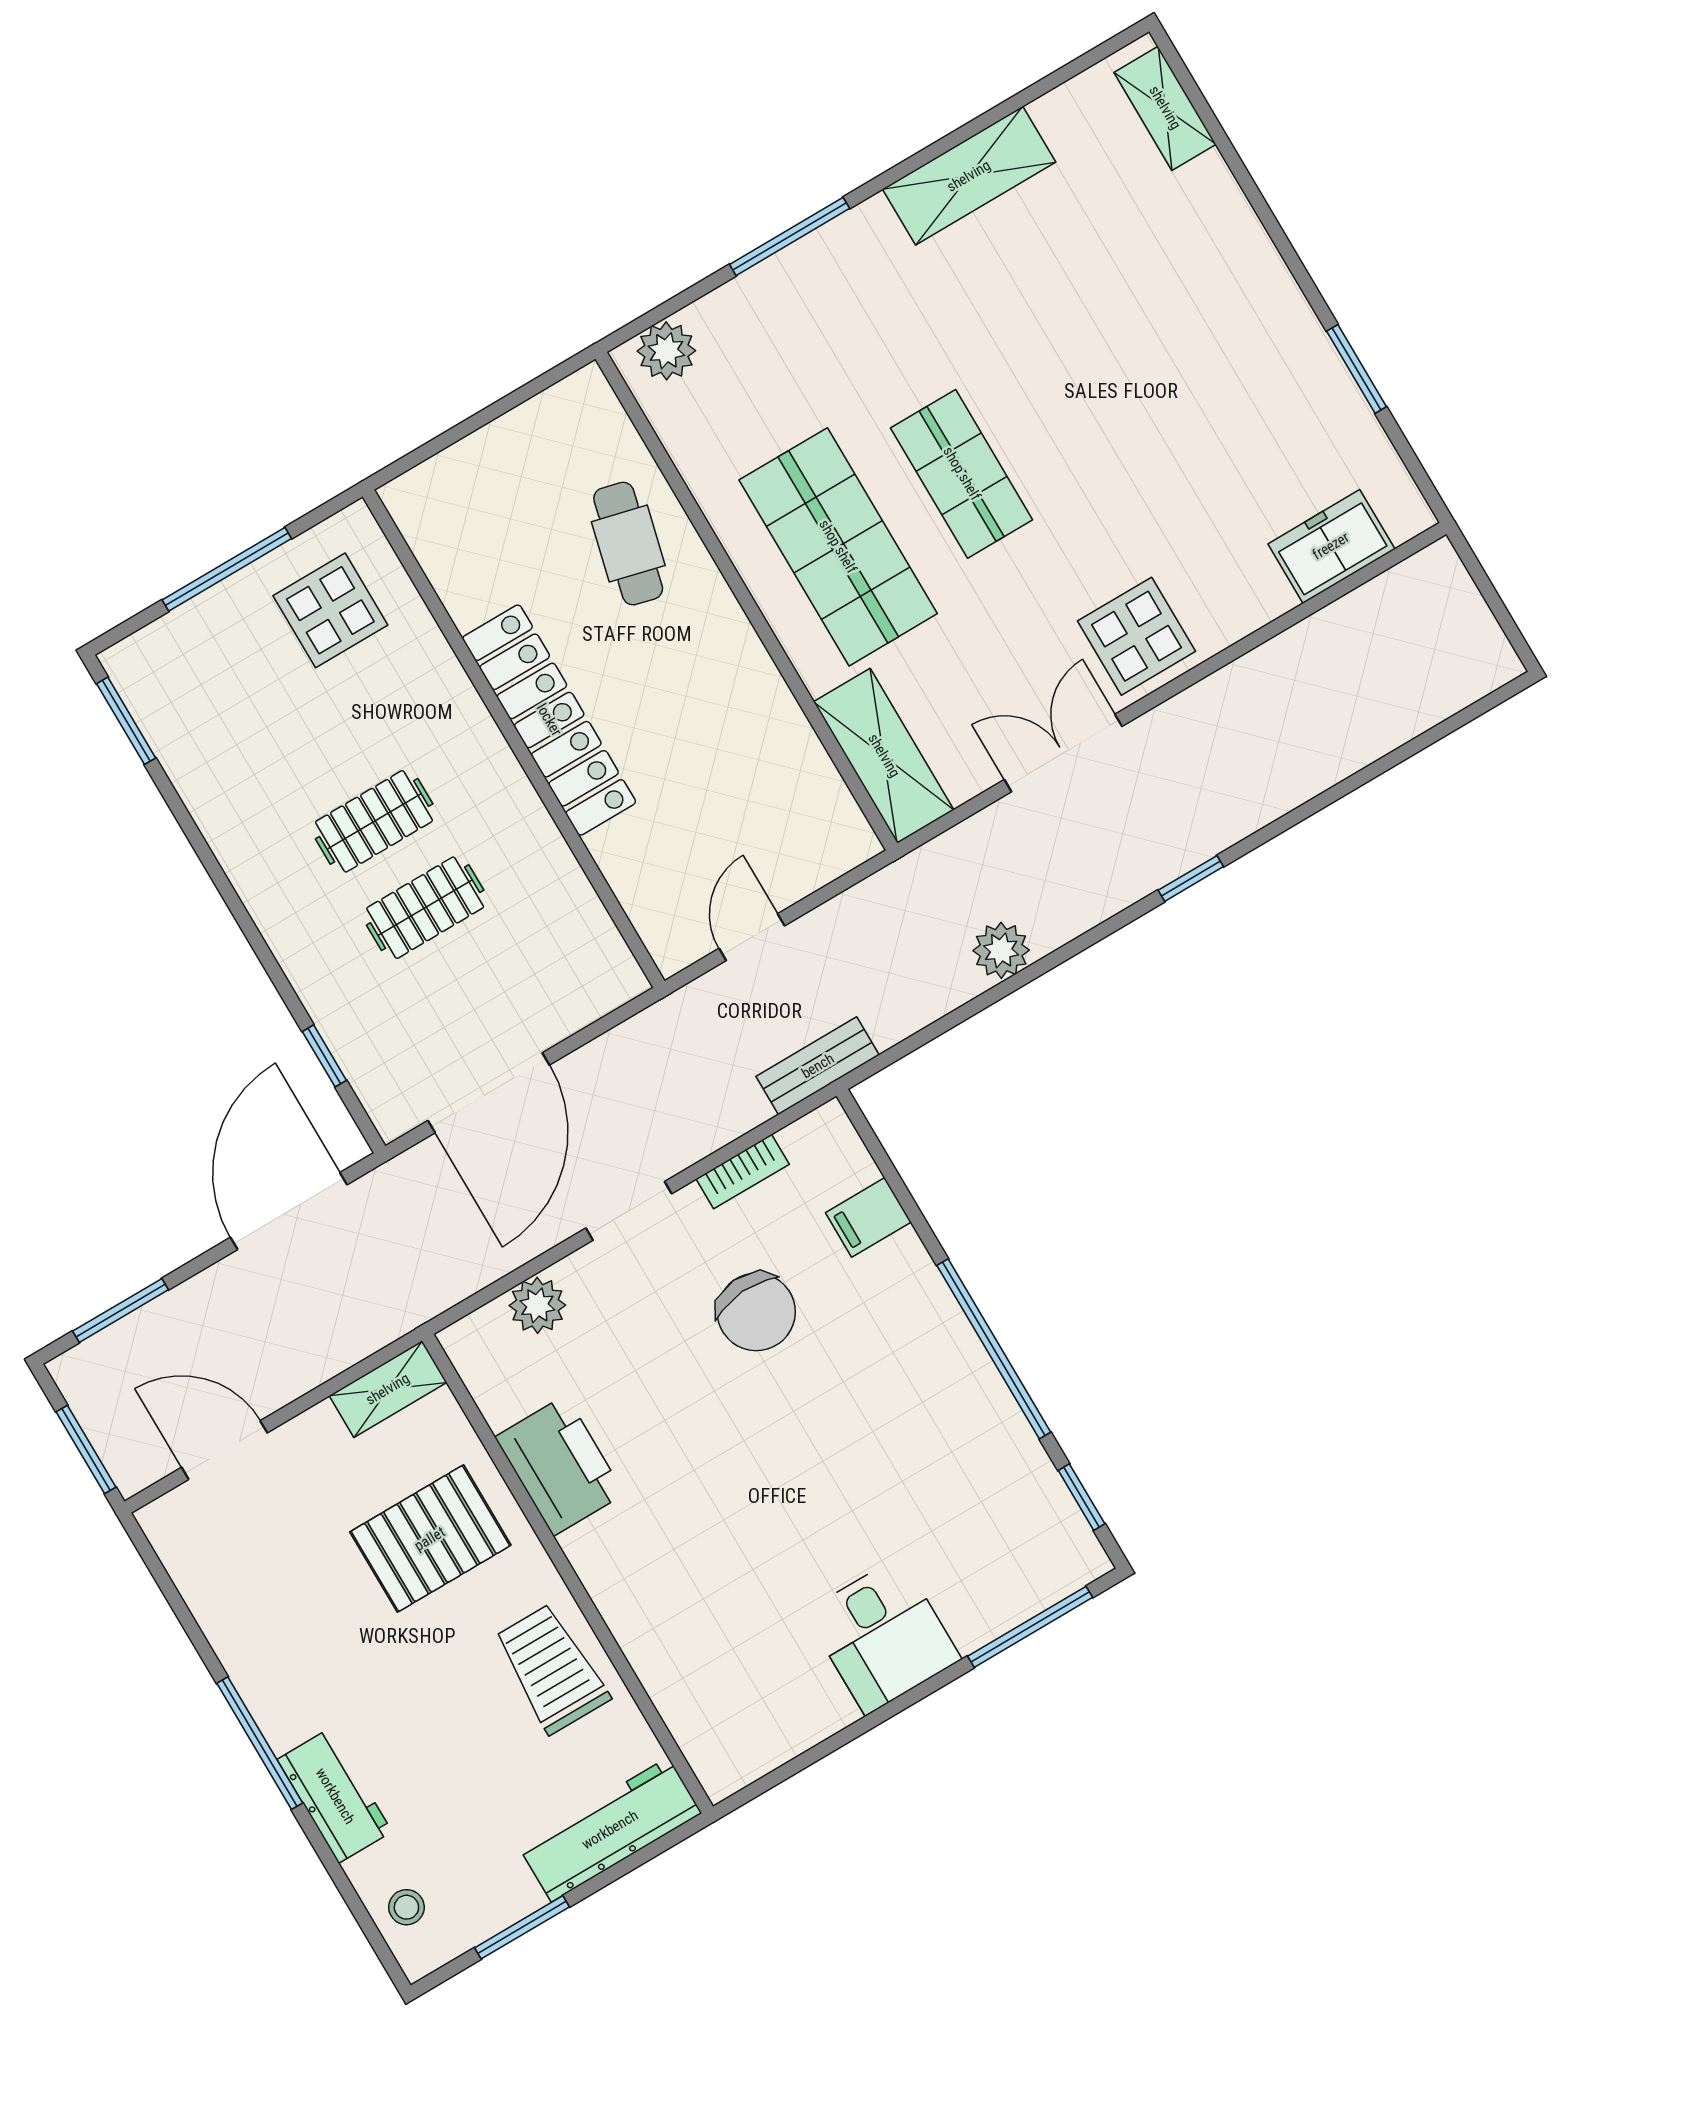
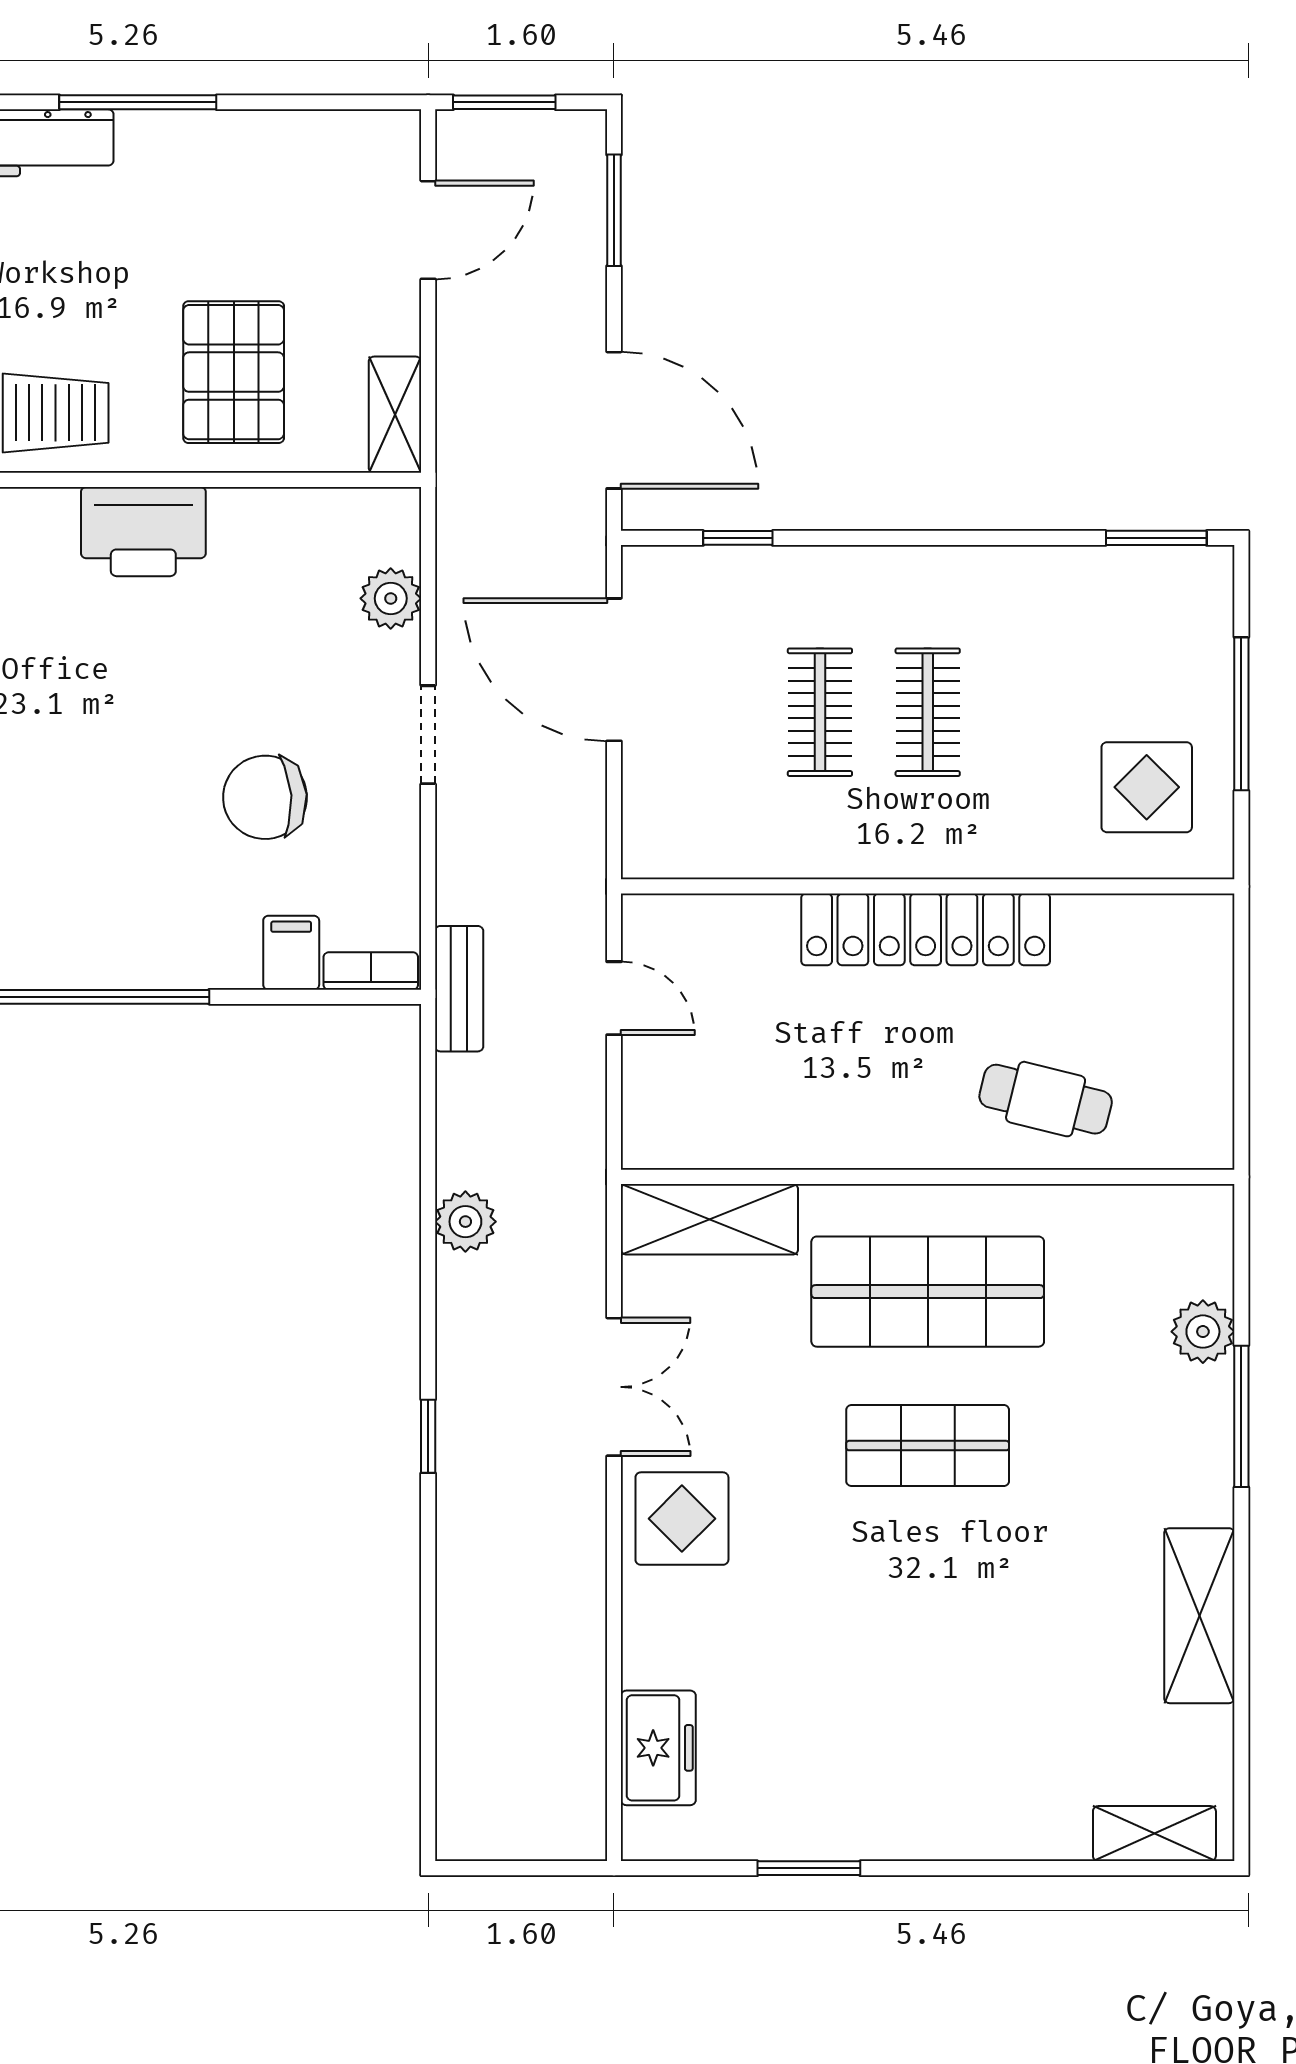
plant: (666, 351) -> (1203, 1332), moved
bookcase: (743, 1172) -> (371, 971), moved, turned 90
printer: (560, 1466) -> (143, 532), moved

